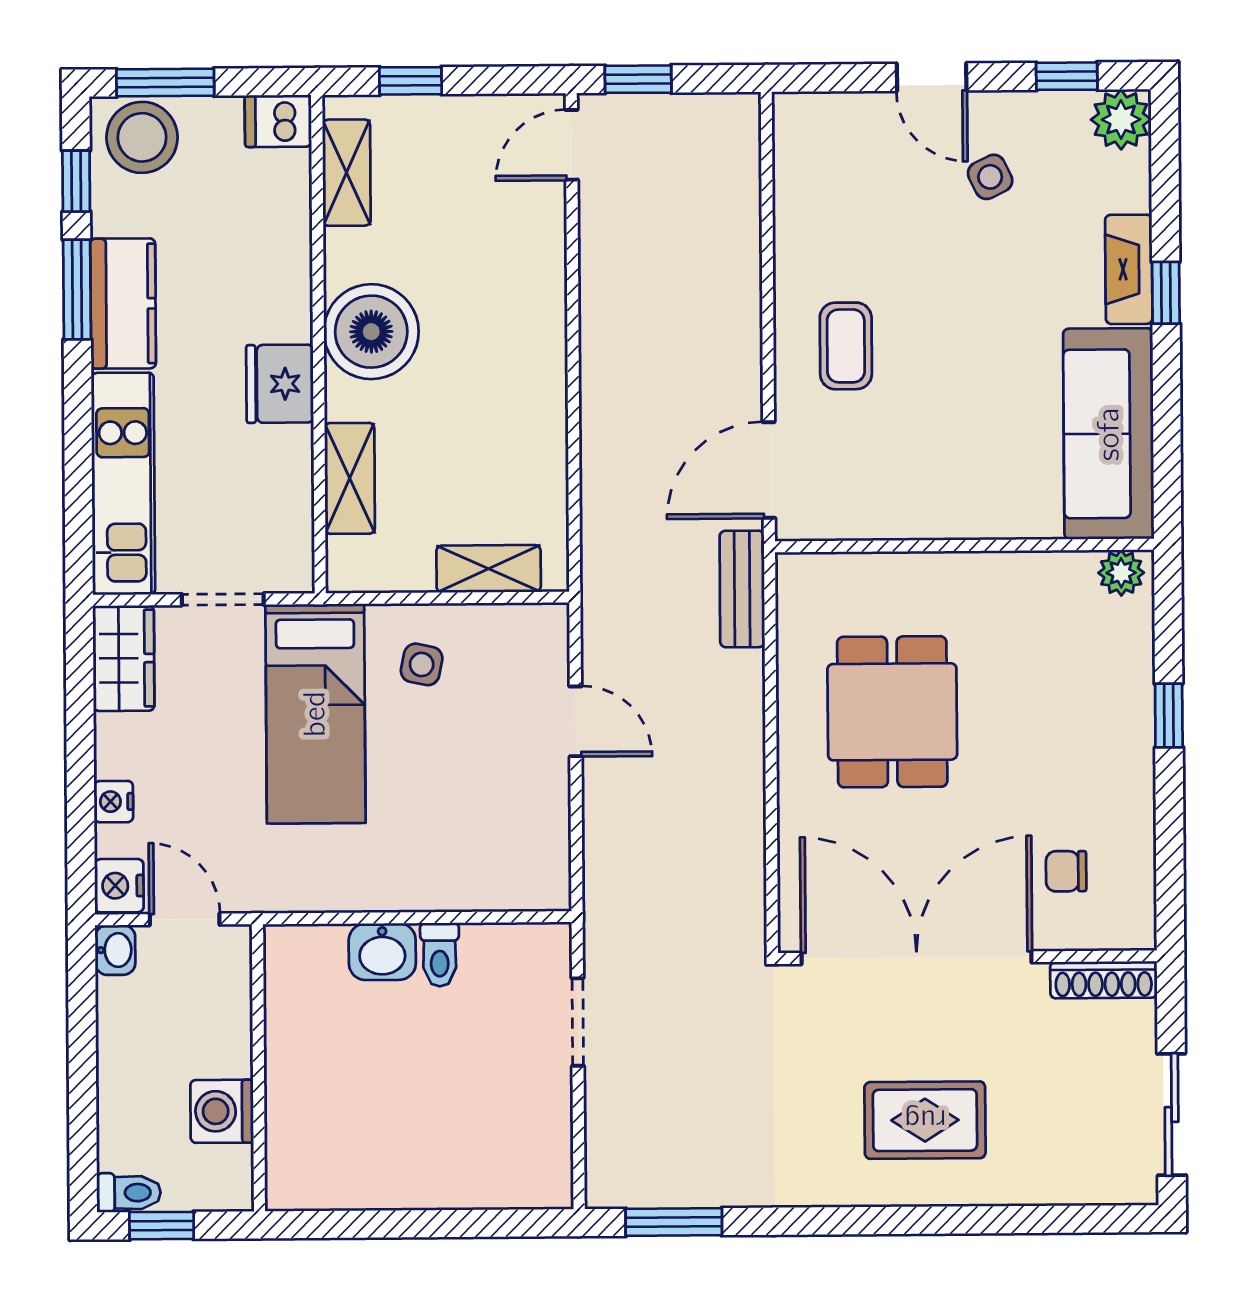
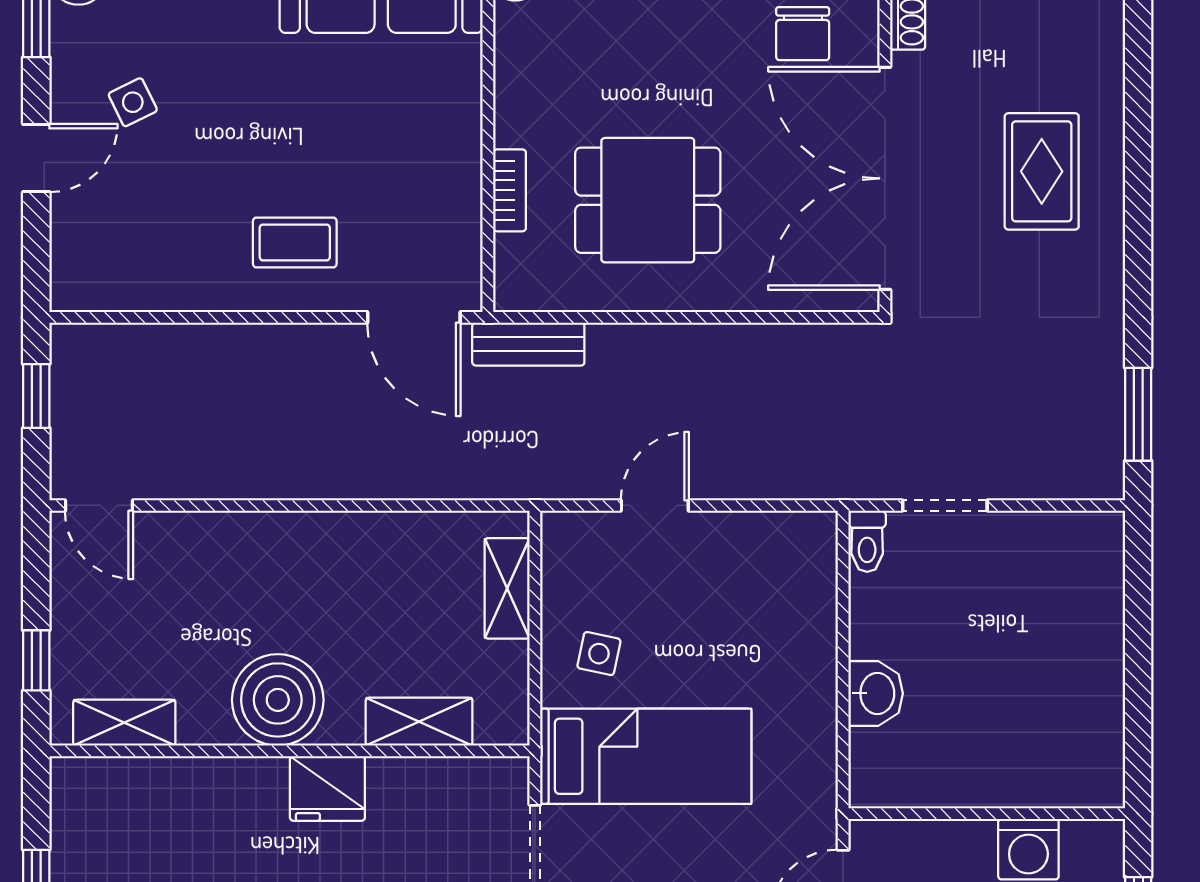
window: (638, 79) -> (36, 396), moved
dishwasher: (278, 121) -> (74, 788), removed
bookcase: (901, 568) -> (510, 190), added
chair: (1066, 871) -> (803, 34), width x1.37, depth x1.37
toilet: (440, 955) -> (867, 541), moved, turned 90

